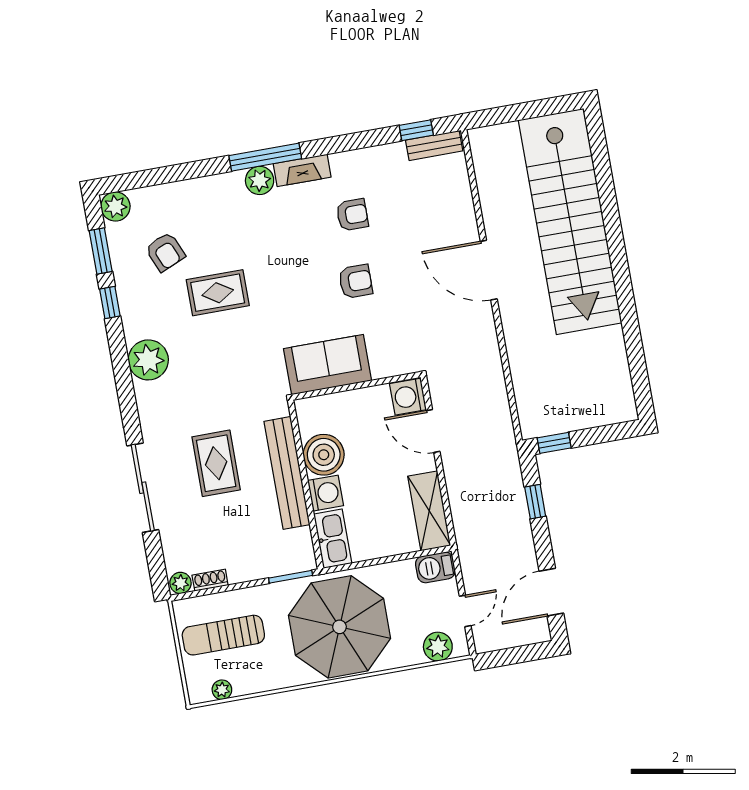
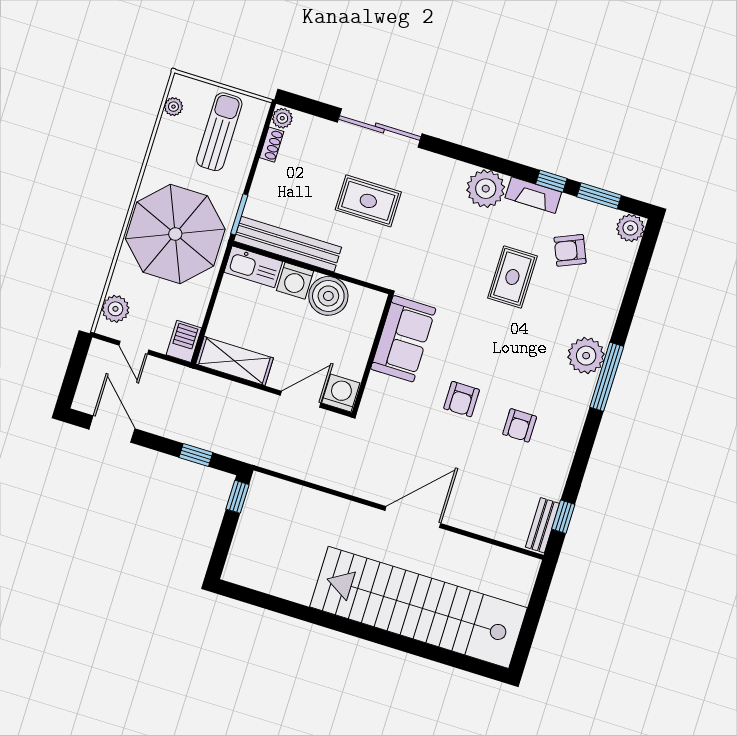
fireplace: (302, 170) -> (533, 195), moved, turned -90
plant: (260, 180) -> (586, 356), width x1.36, depth x1.36
bench: (287, 473) -> (288, 244), moved

